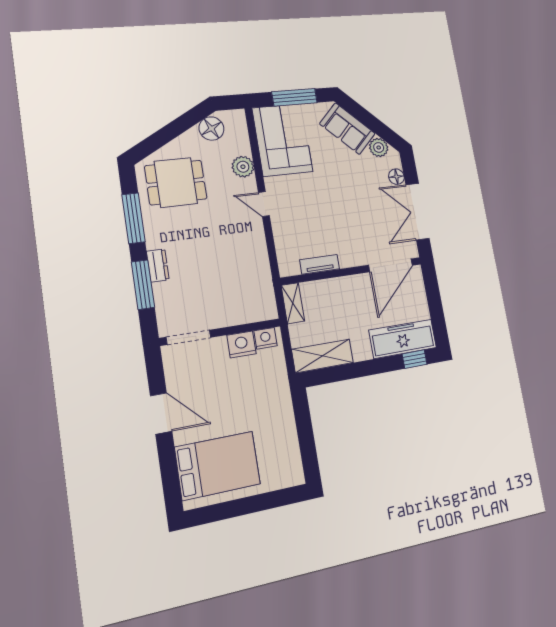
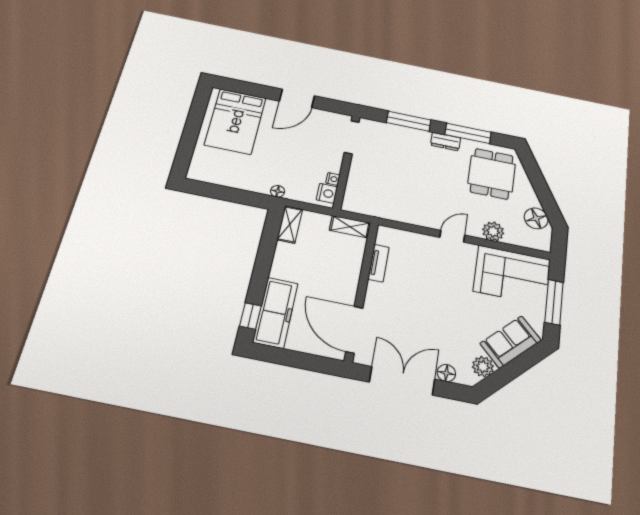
dresser: (158, 265) -> (446, 142), moved
nightstand: (242, 344) -> (333, 179), width x0.53, depth x0.56
shelving: (323, 356) -> (290, 224), width x0.67, depth x0.75
floor lamp: (283, 387) -> (278, 191), added

